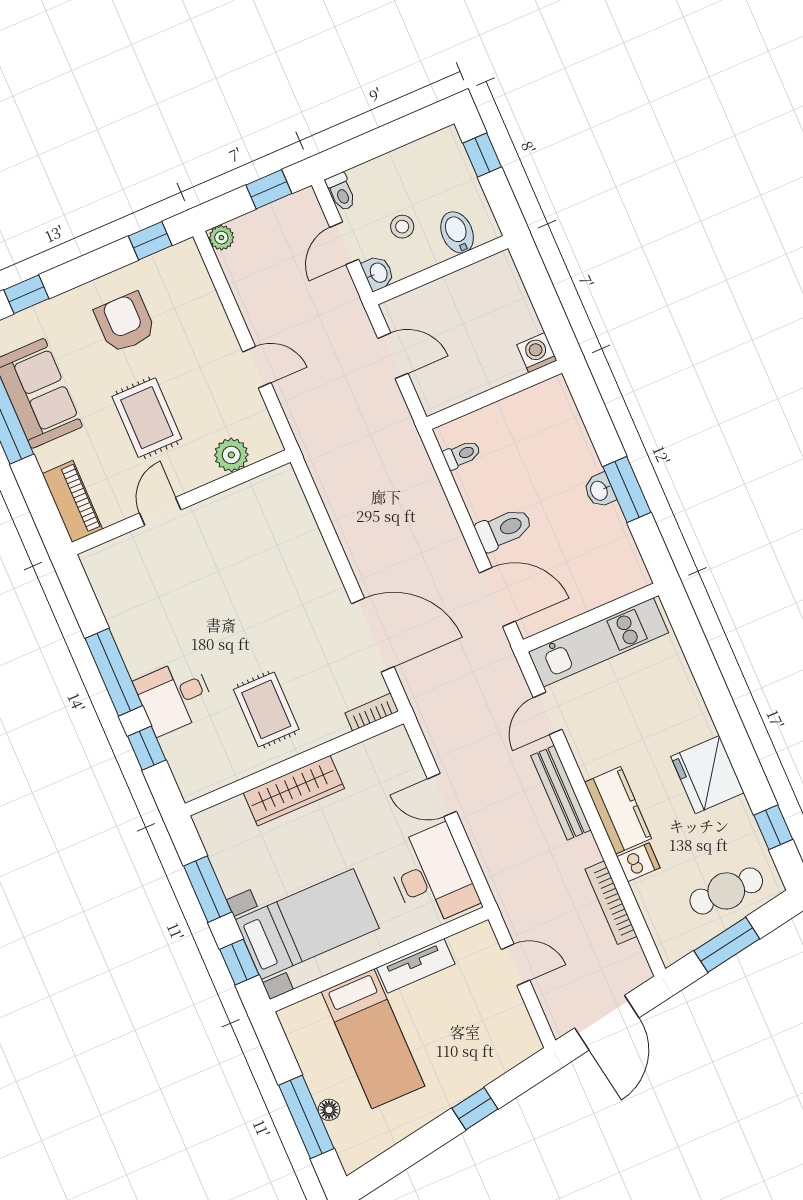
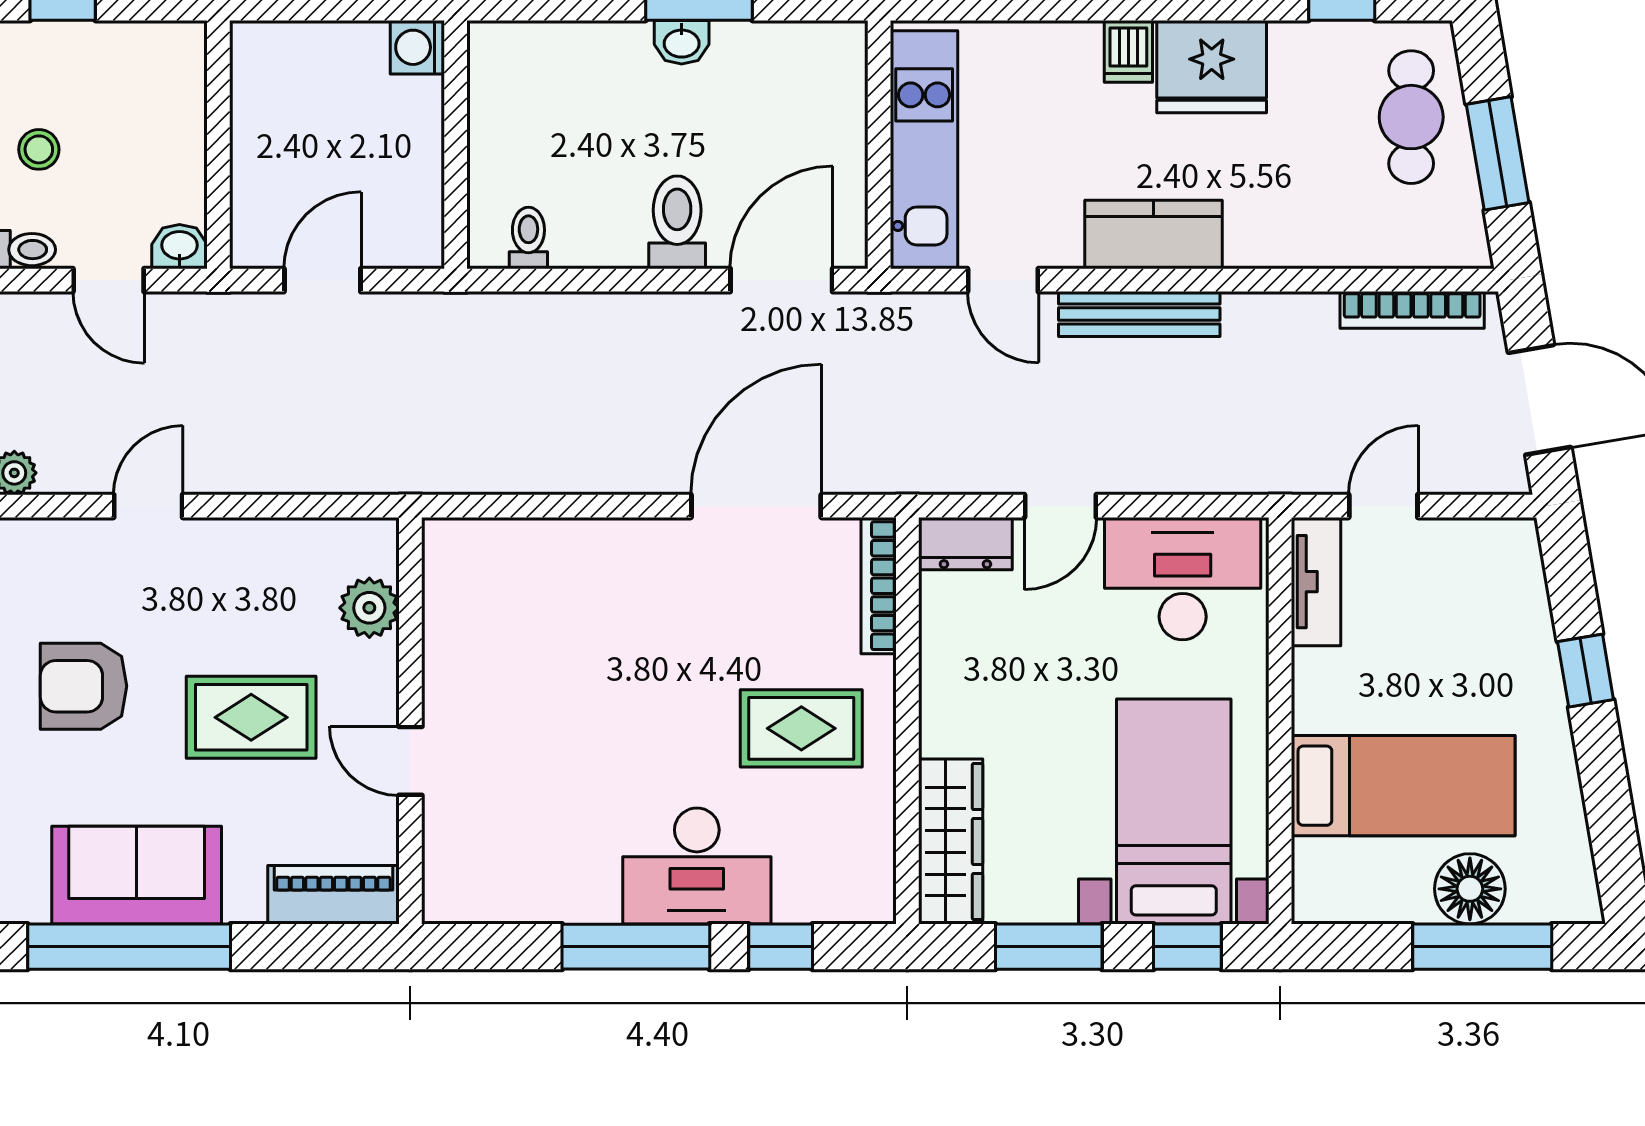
stool: (402, 227) -> (39, 149), moved
bidet: (457, 232) -> (169, 92), removed
door: (257, 367) -> (148, 506), moved
desk: (175, 696) -> (697, 866), width x1.37
bookcase: (372, 712) -> (879, 586), width x1.56
dresser: (401, 754) -> (965, 544), added
wardrobe: (294, 791) -> (951, 842), moved
kitchen counter: (618, 810) -> (1153, 235), moved
dishwasher: (638, 862) -> (1128, 51), moved, turned 180
bookcase: (611, 903) -> (1412, 310), moved
tv unit: (416, 966) -> (1316, 582), moved
floor lamp: (329, 1110) -> (1470, 889), width x1.89, depth x1.89

